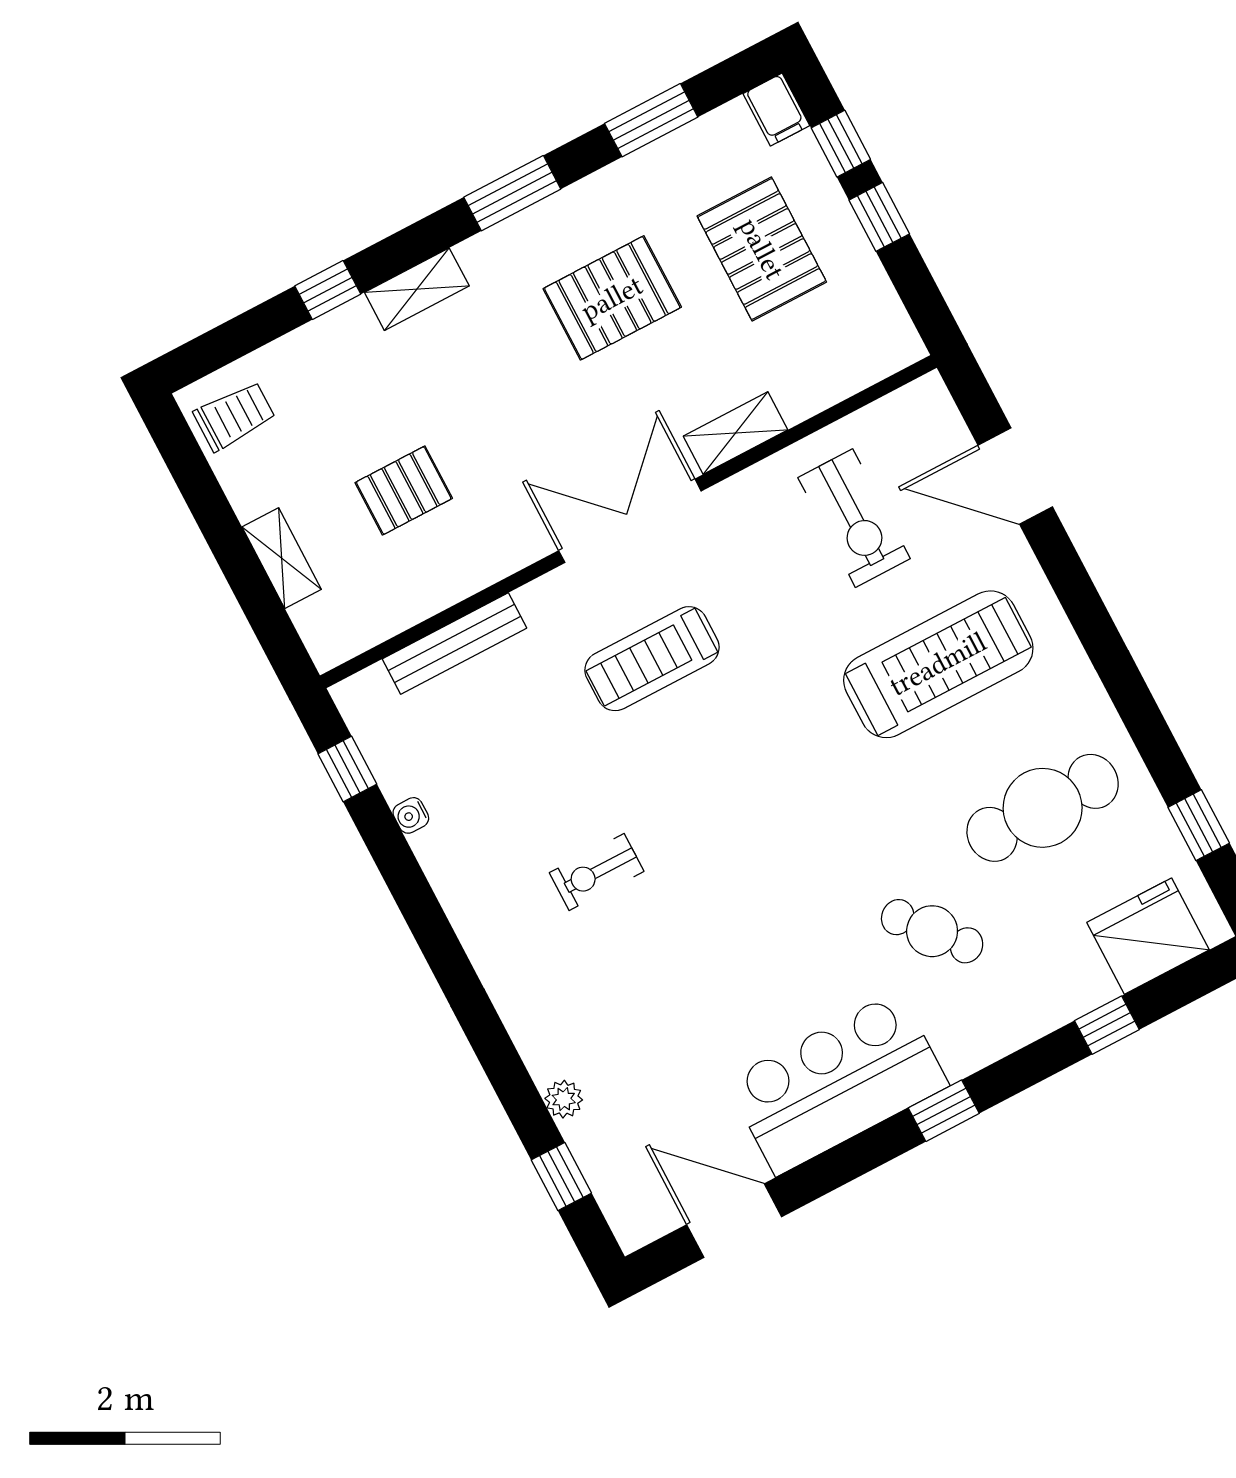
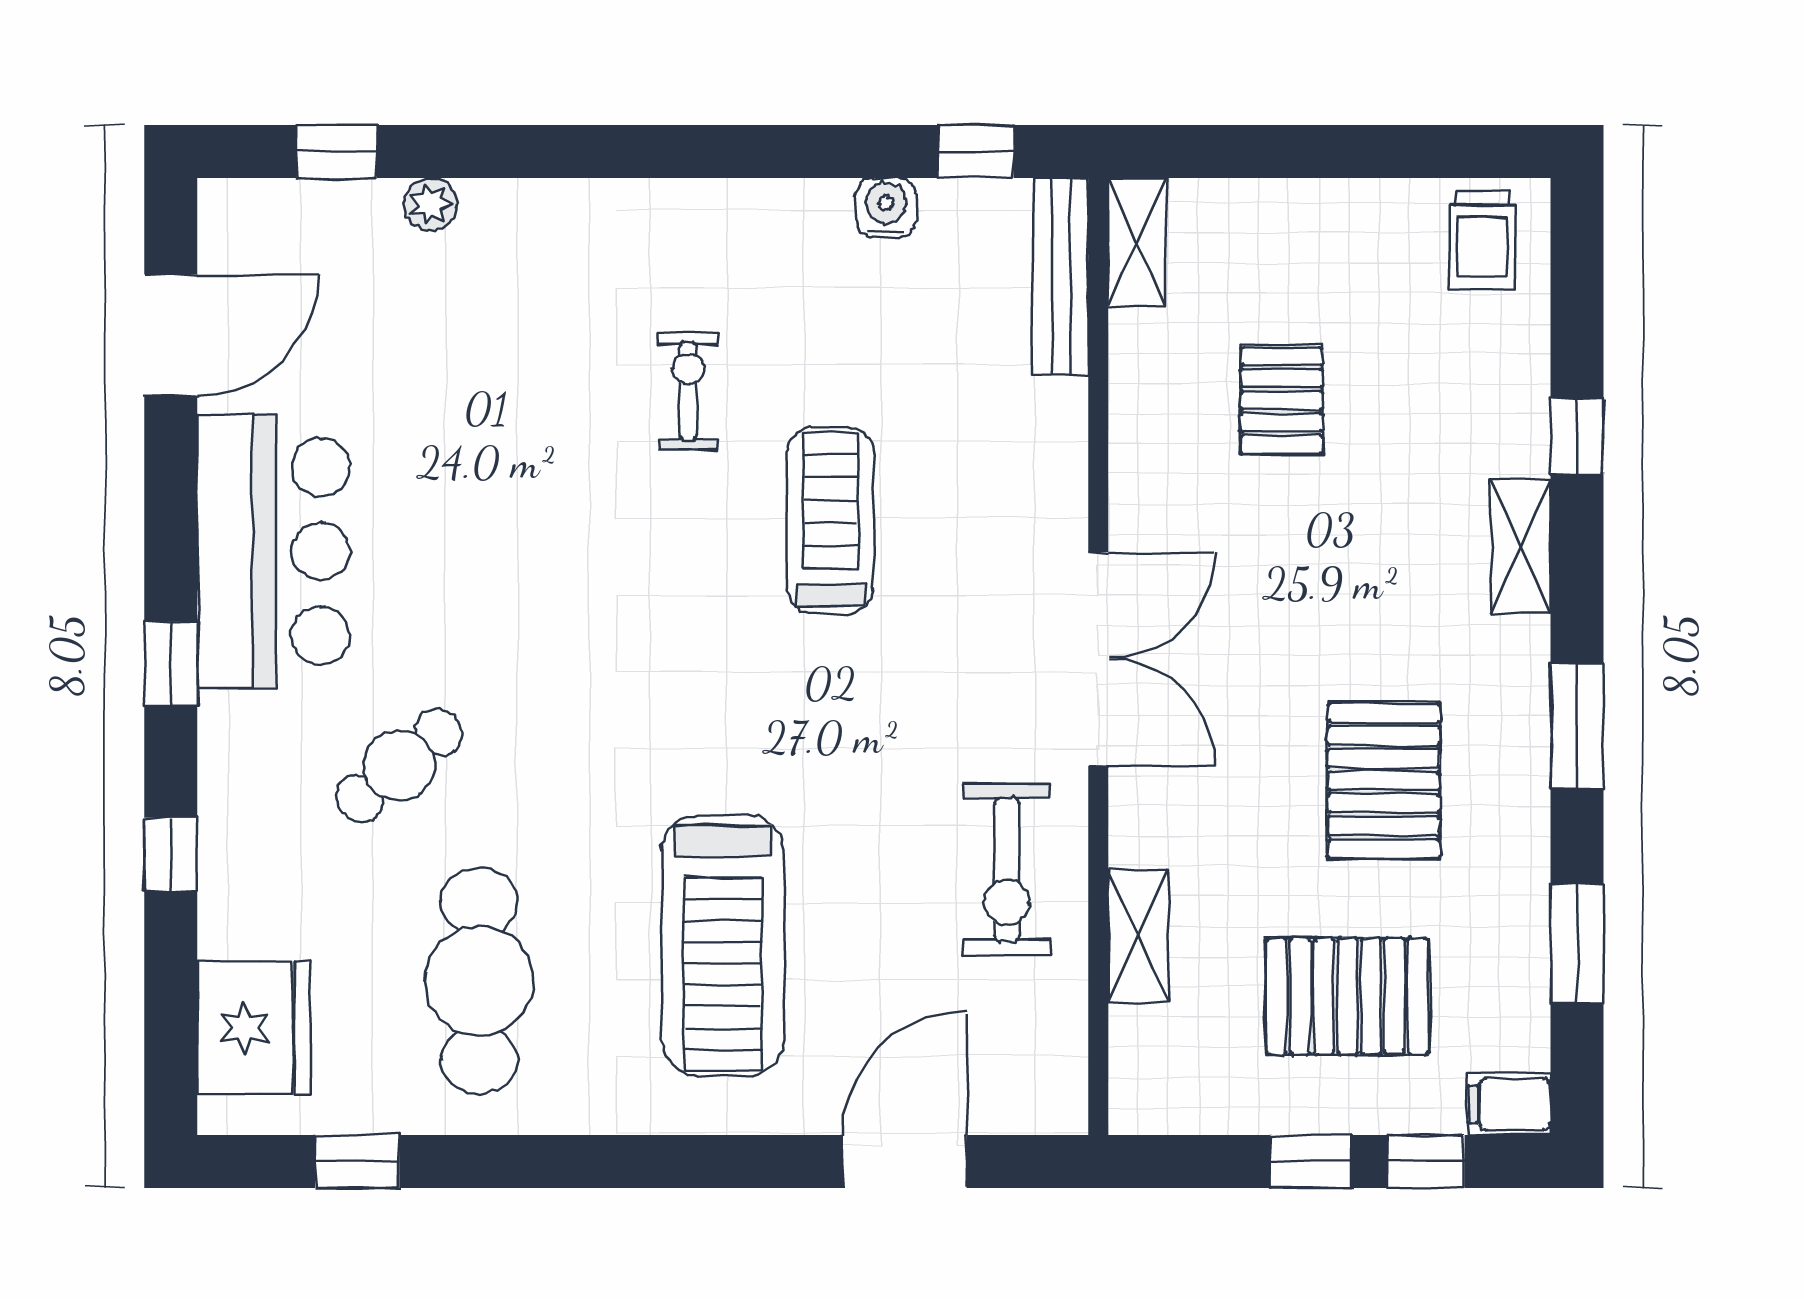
shelving: (736, 433) -> (1138, 935), moved
exercise bike: (854, 518) -> (1007, 870), moved, turned -90
shelving: (282, 558) -> (1137, 242), moved, turned 90
bench: (454, 644) -> (1061, 277), moved
treadmill: (652, 659) -> (831, 521), moved
water cooler: (411, 815) -> (886, 208), width x1.38, depth x1.38
window: (1107, 1025) -> (171, 855), moved

